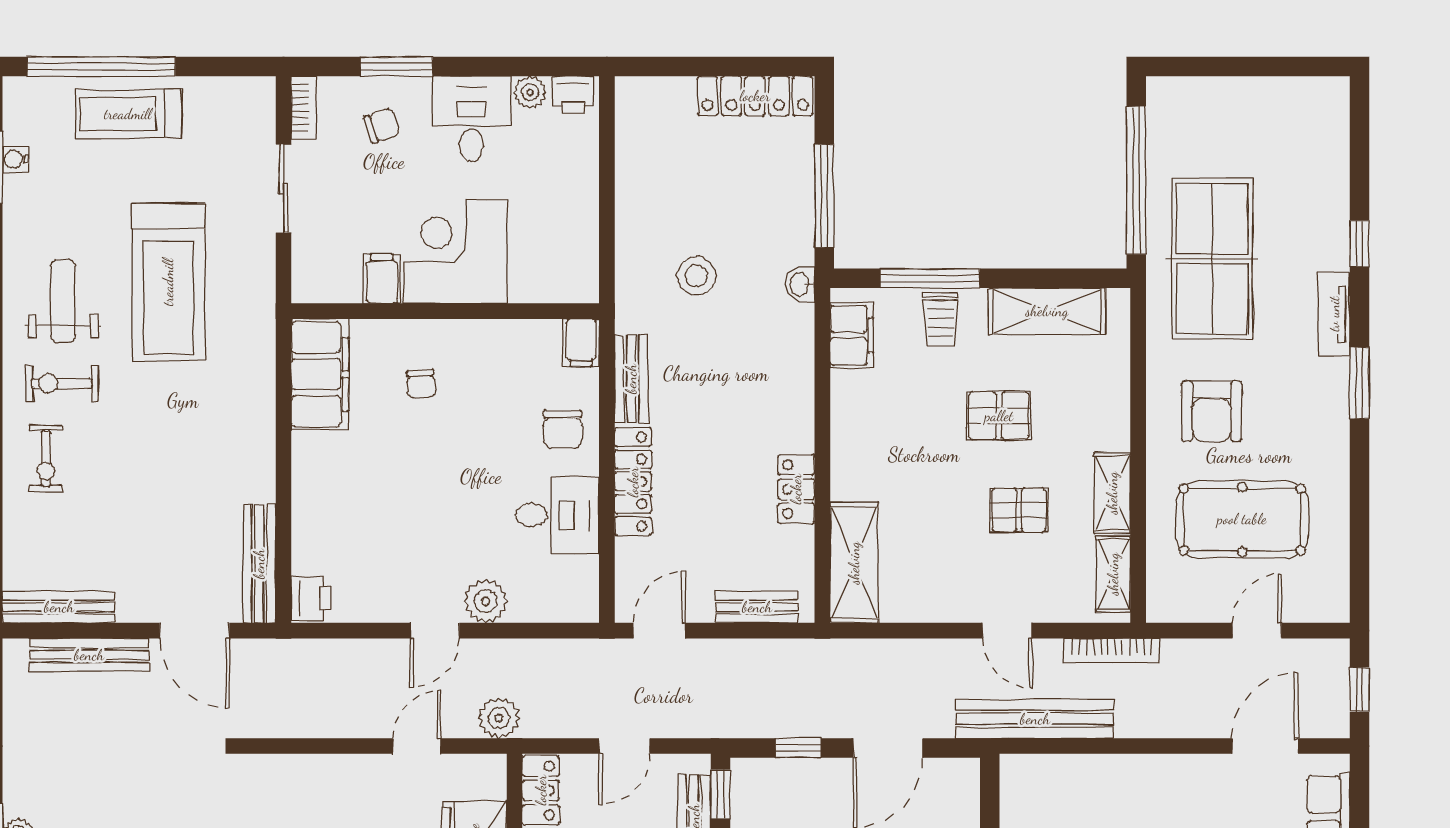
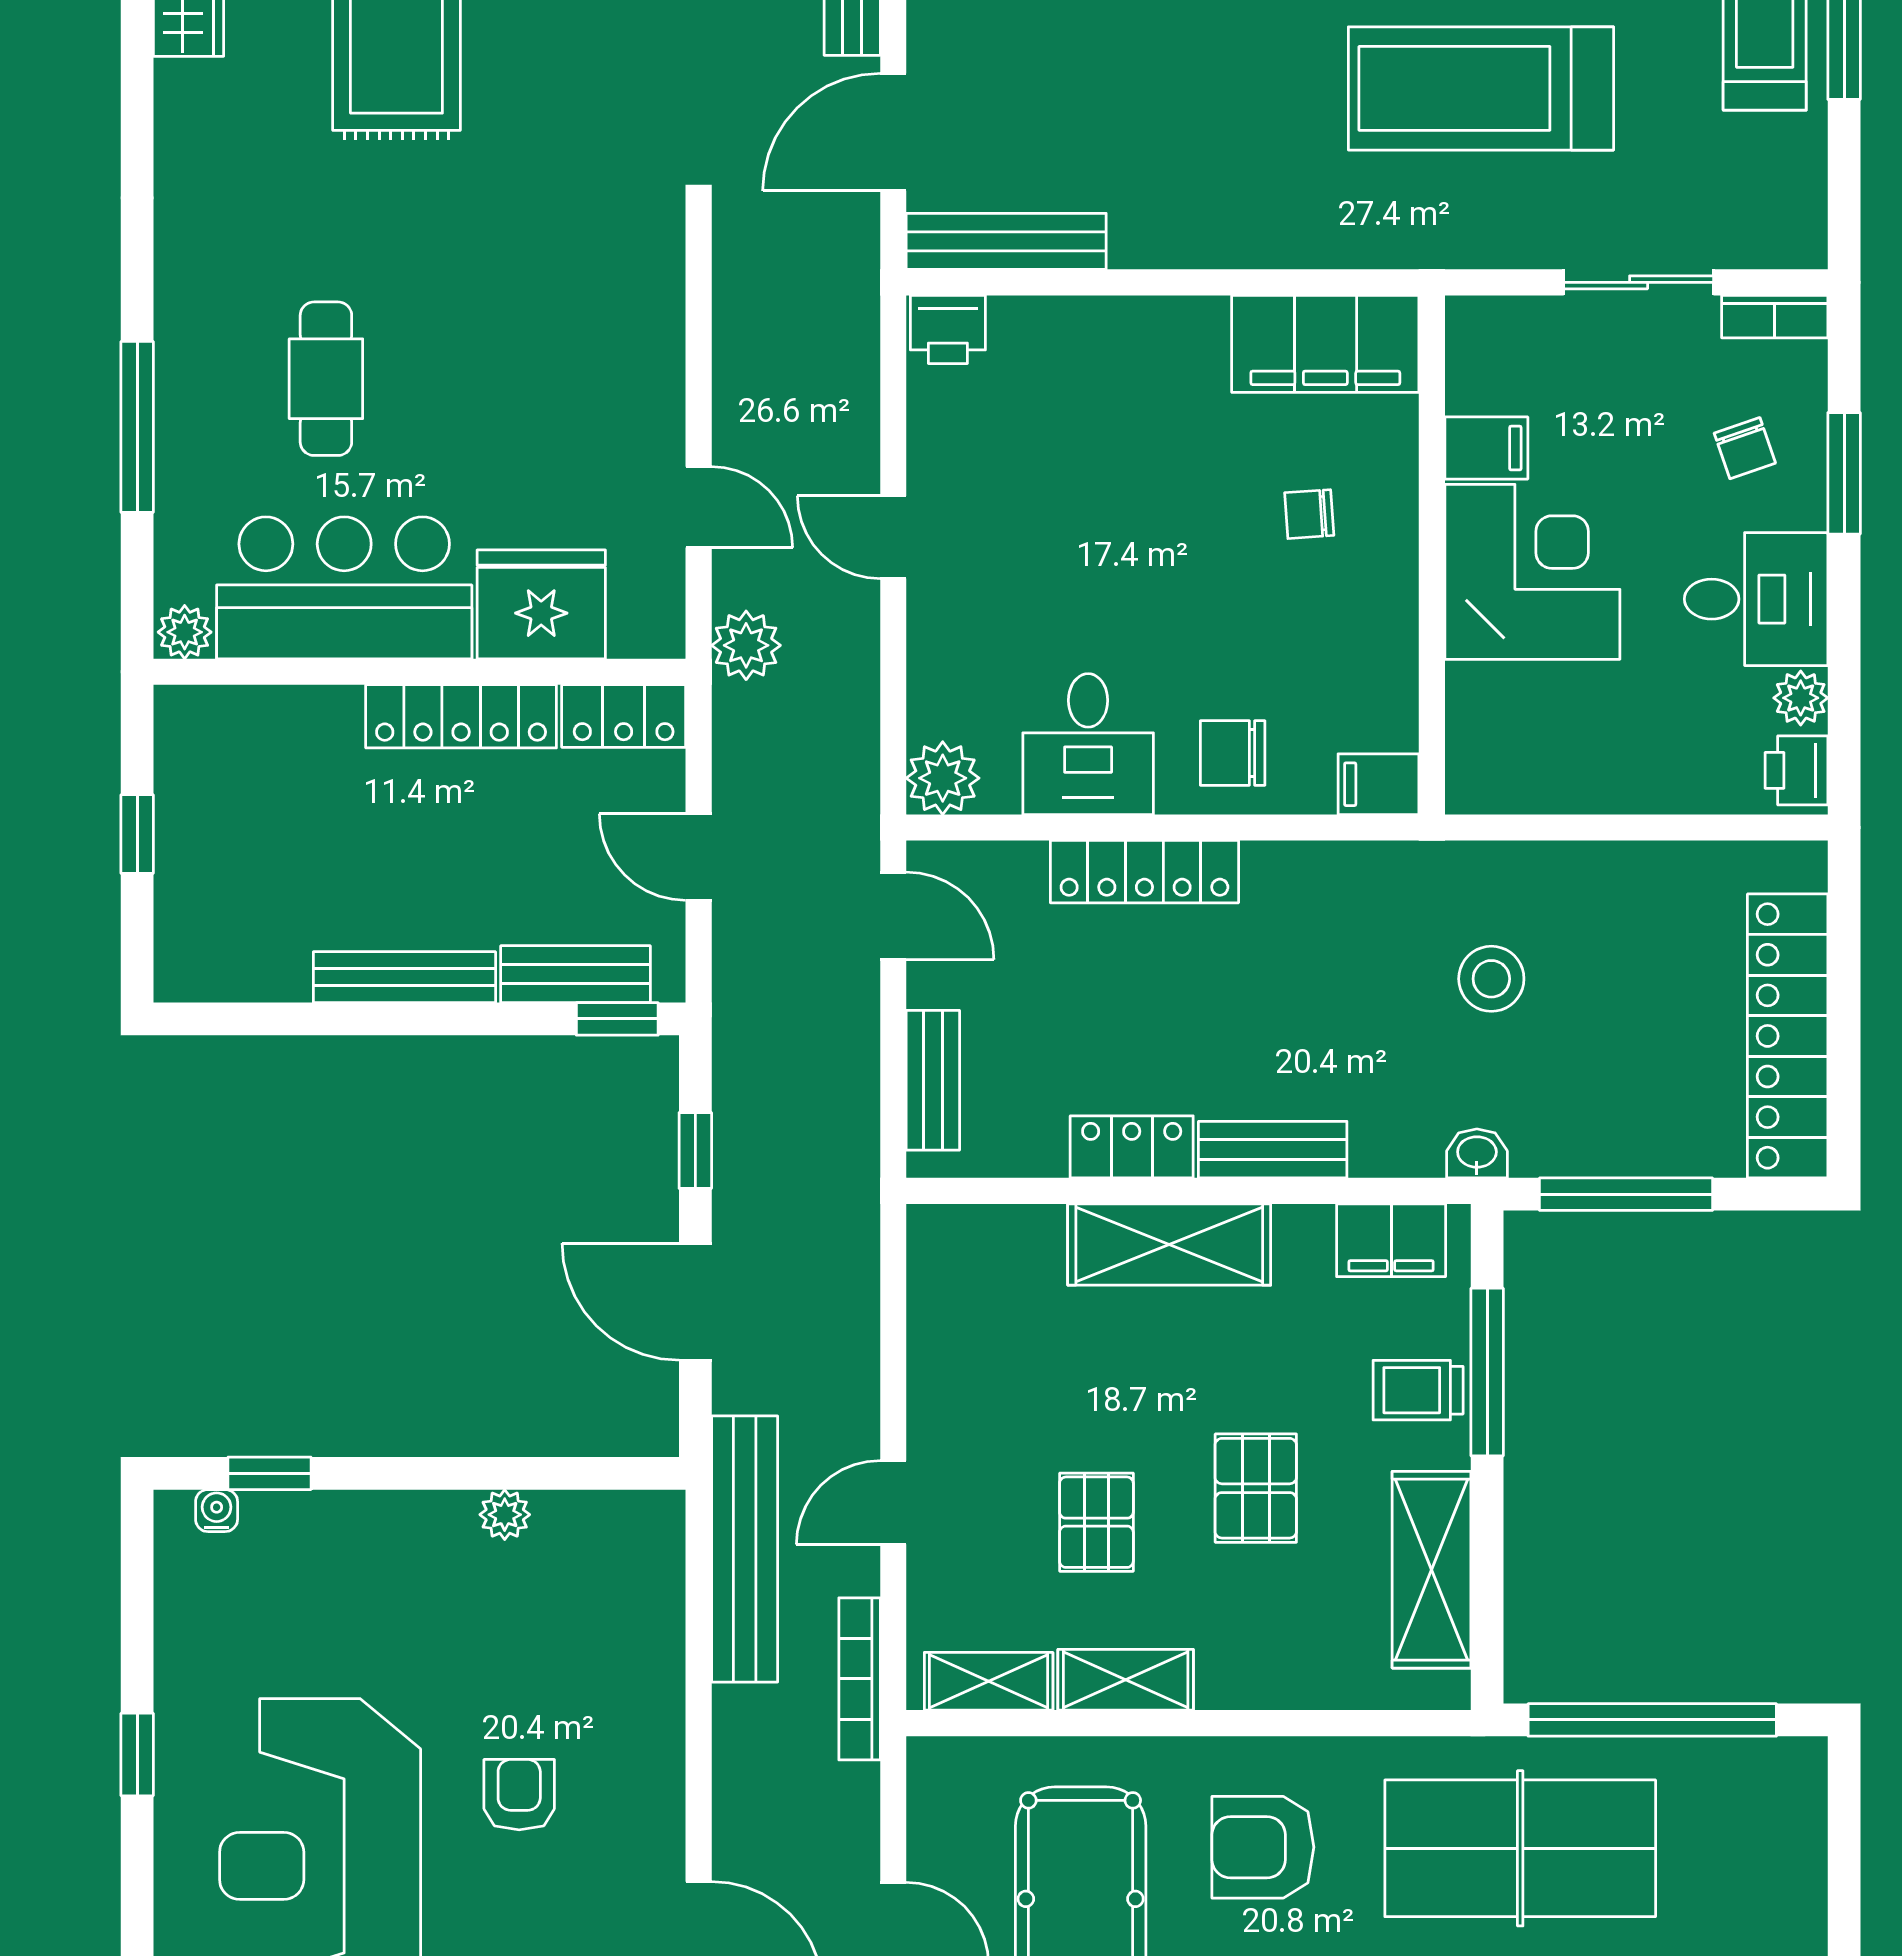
locker: (755, 96) -> (1788, 1036), width x1.41, depth x1.21
bench: (631, 379) -> (1273, 1150), moved
shelving: (854, 563) -> (1169, 1245), moved
plant: (486, 601) -> (943, 778), moved

